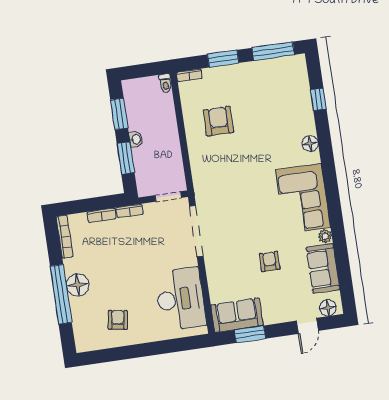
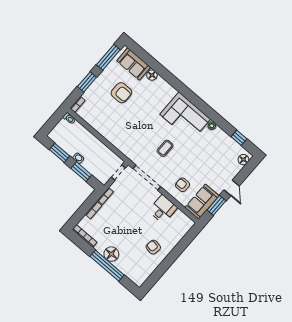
window: (318, 99) -> (239, 138), moved
armchair: (219, 121) -> (121, 93), moved, turned 180
floor lamp: (310, 144) -> (152, 75), moved
coffee table: (248, 215) -> (165, 148), added
armchair: (270, 261) -> (182, 185), moved
sofa: (323, 268) -> (134, 64), moved
desk: (180, 299) -> (163, 209), width x0.53, depth x0.77
armchair: (118, 320) -> (153, 247), moved
door: (307, 326) -> (232, 188), moved

